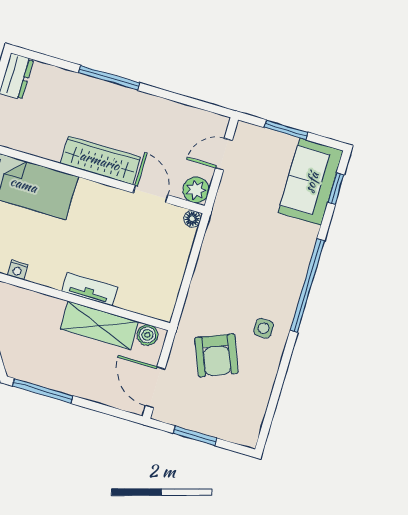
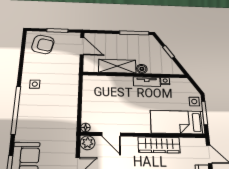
wardrobe: (100, 160) -> (159, 145), moved
tv unit: (90, 289) -> (147, 82), moved
boiler: (147, 335) -> (142, 69), moved
armchair: (217, 355) -> (43, 44), moved, turned 124

